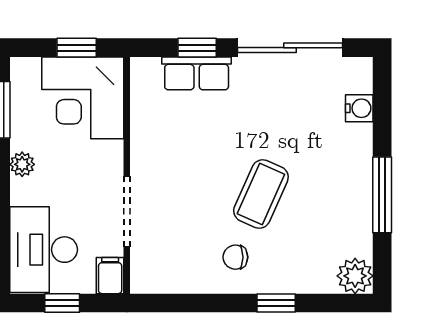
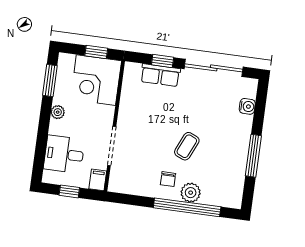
coffee table: (261, 194) -> (187, 146), width x0.73, depth x0.77
desk: (44, 250) -> (64, 154), width x0.73
chair: (235, 257) -> (168, 179), turned -90
plant: (355, 276) -> (191, 193), moved
window: (276, 303) -> (187, 207), width x3.17

